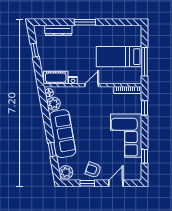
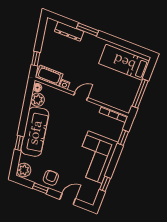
window: (85, 22) -> (88, 30), moved
window: (35, 50) -> (36, 59), moved
bed: (119, 57) -> (124, 62), moved
armchair: (93, 170) -> (51, 178), turned 70

